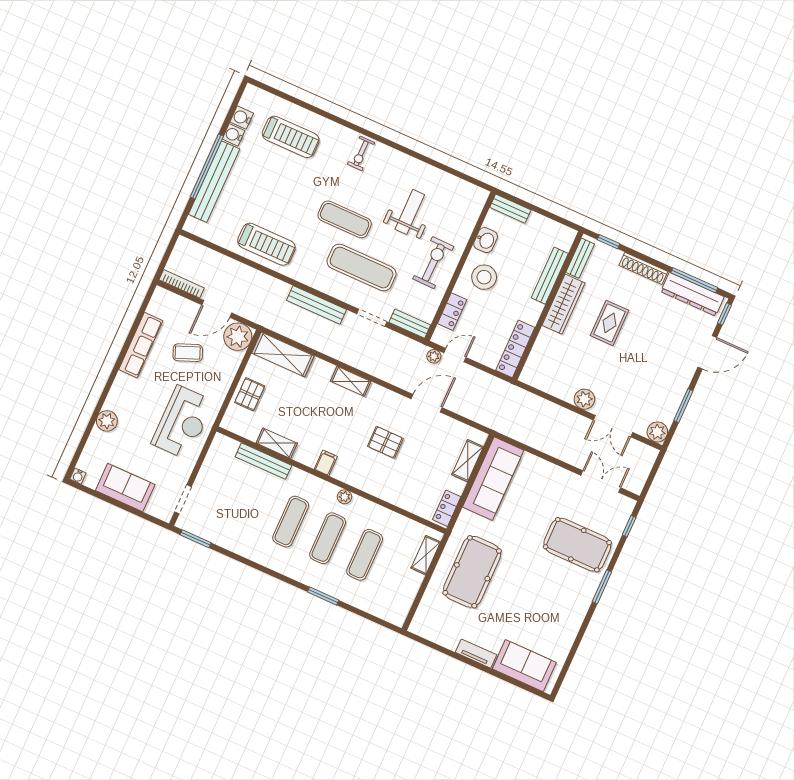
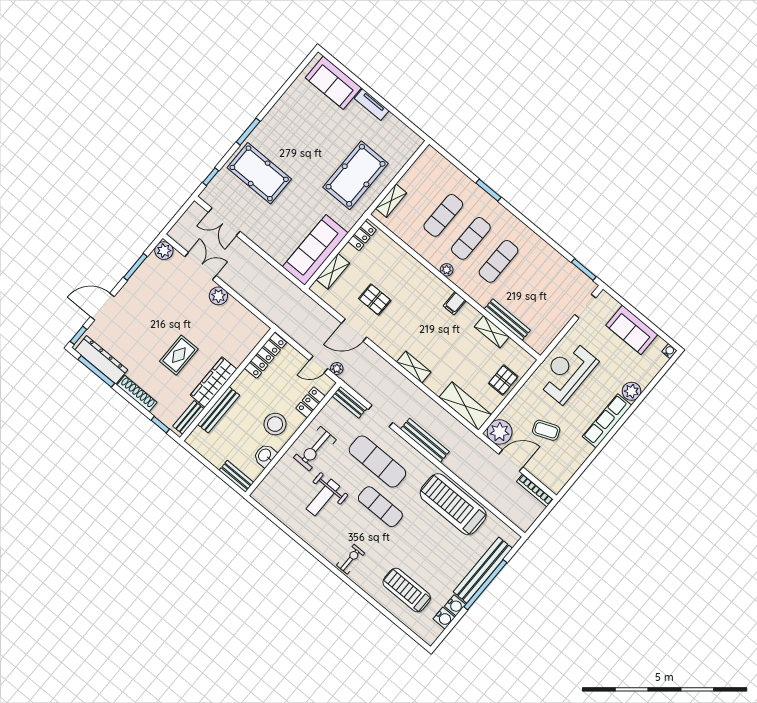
treadmill: (266, 244) -> (453, 504), width x1.37, depth x1.38
row of seats: (141, 345) -> (607, 421), moved
pallet: (385, 442) -> (375, 299), moved

